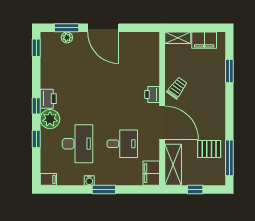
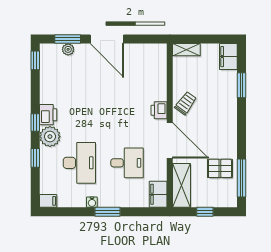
filing cabinet: (204, 40) -> (228, 57), moved, turned 90

